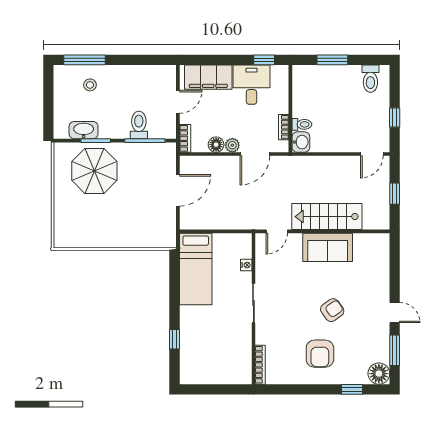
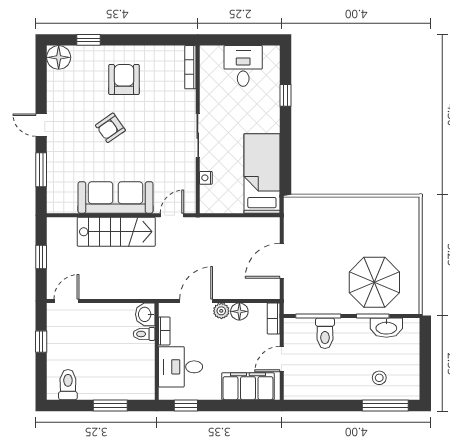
desk: (252, 85) -> (181, 367), moved, turned 90
sofa: (328, 247) -> (115, 197), width x1.36
window: (395, 350) -> (41, 170), moved
desk: (213, 366) -> (243, 66), added

